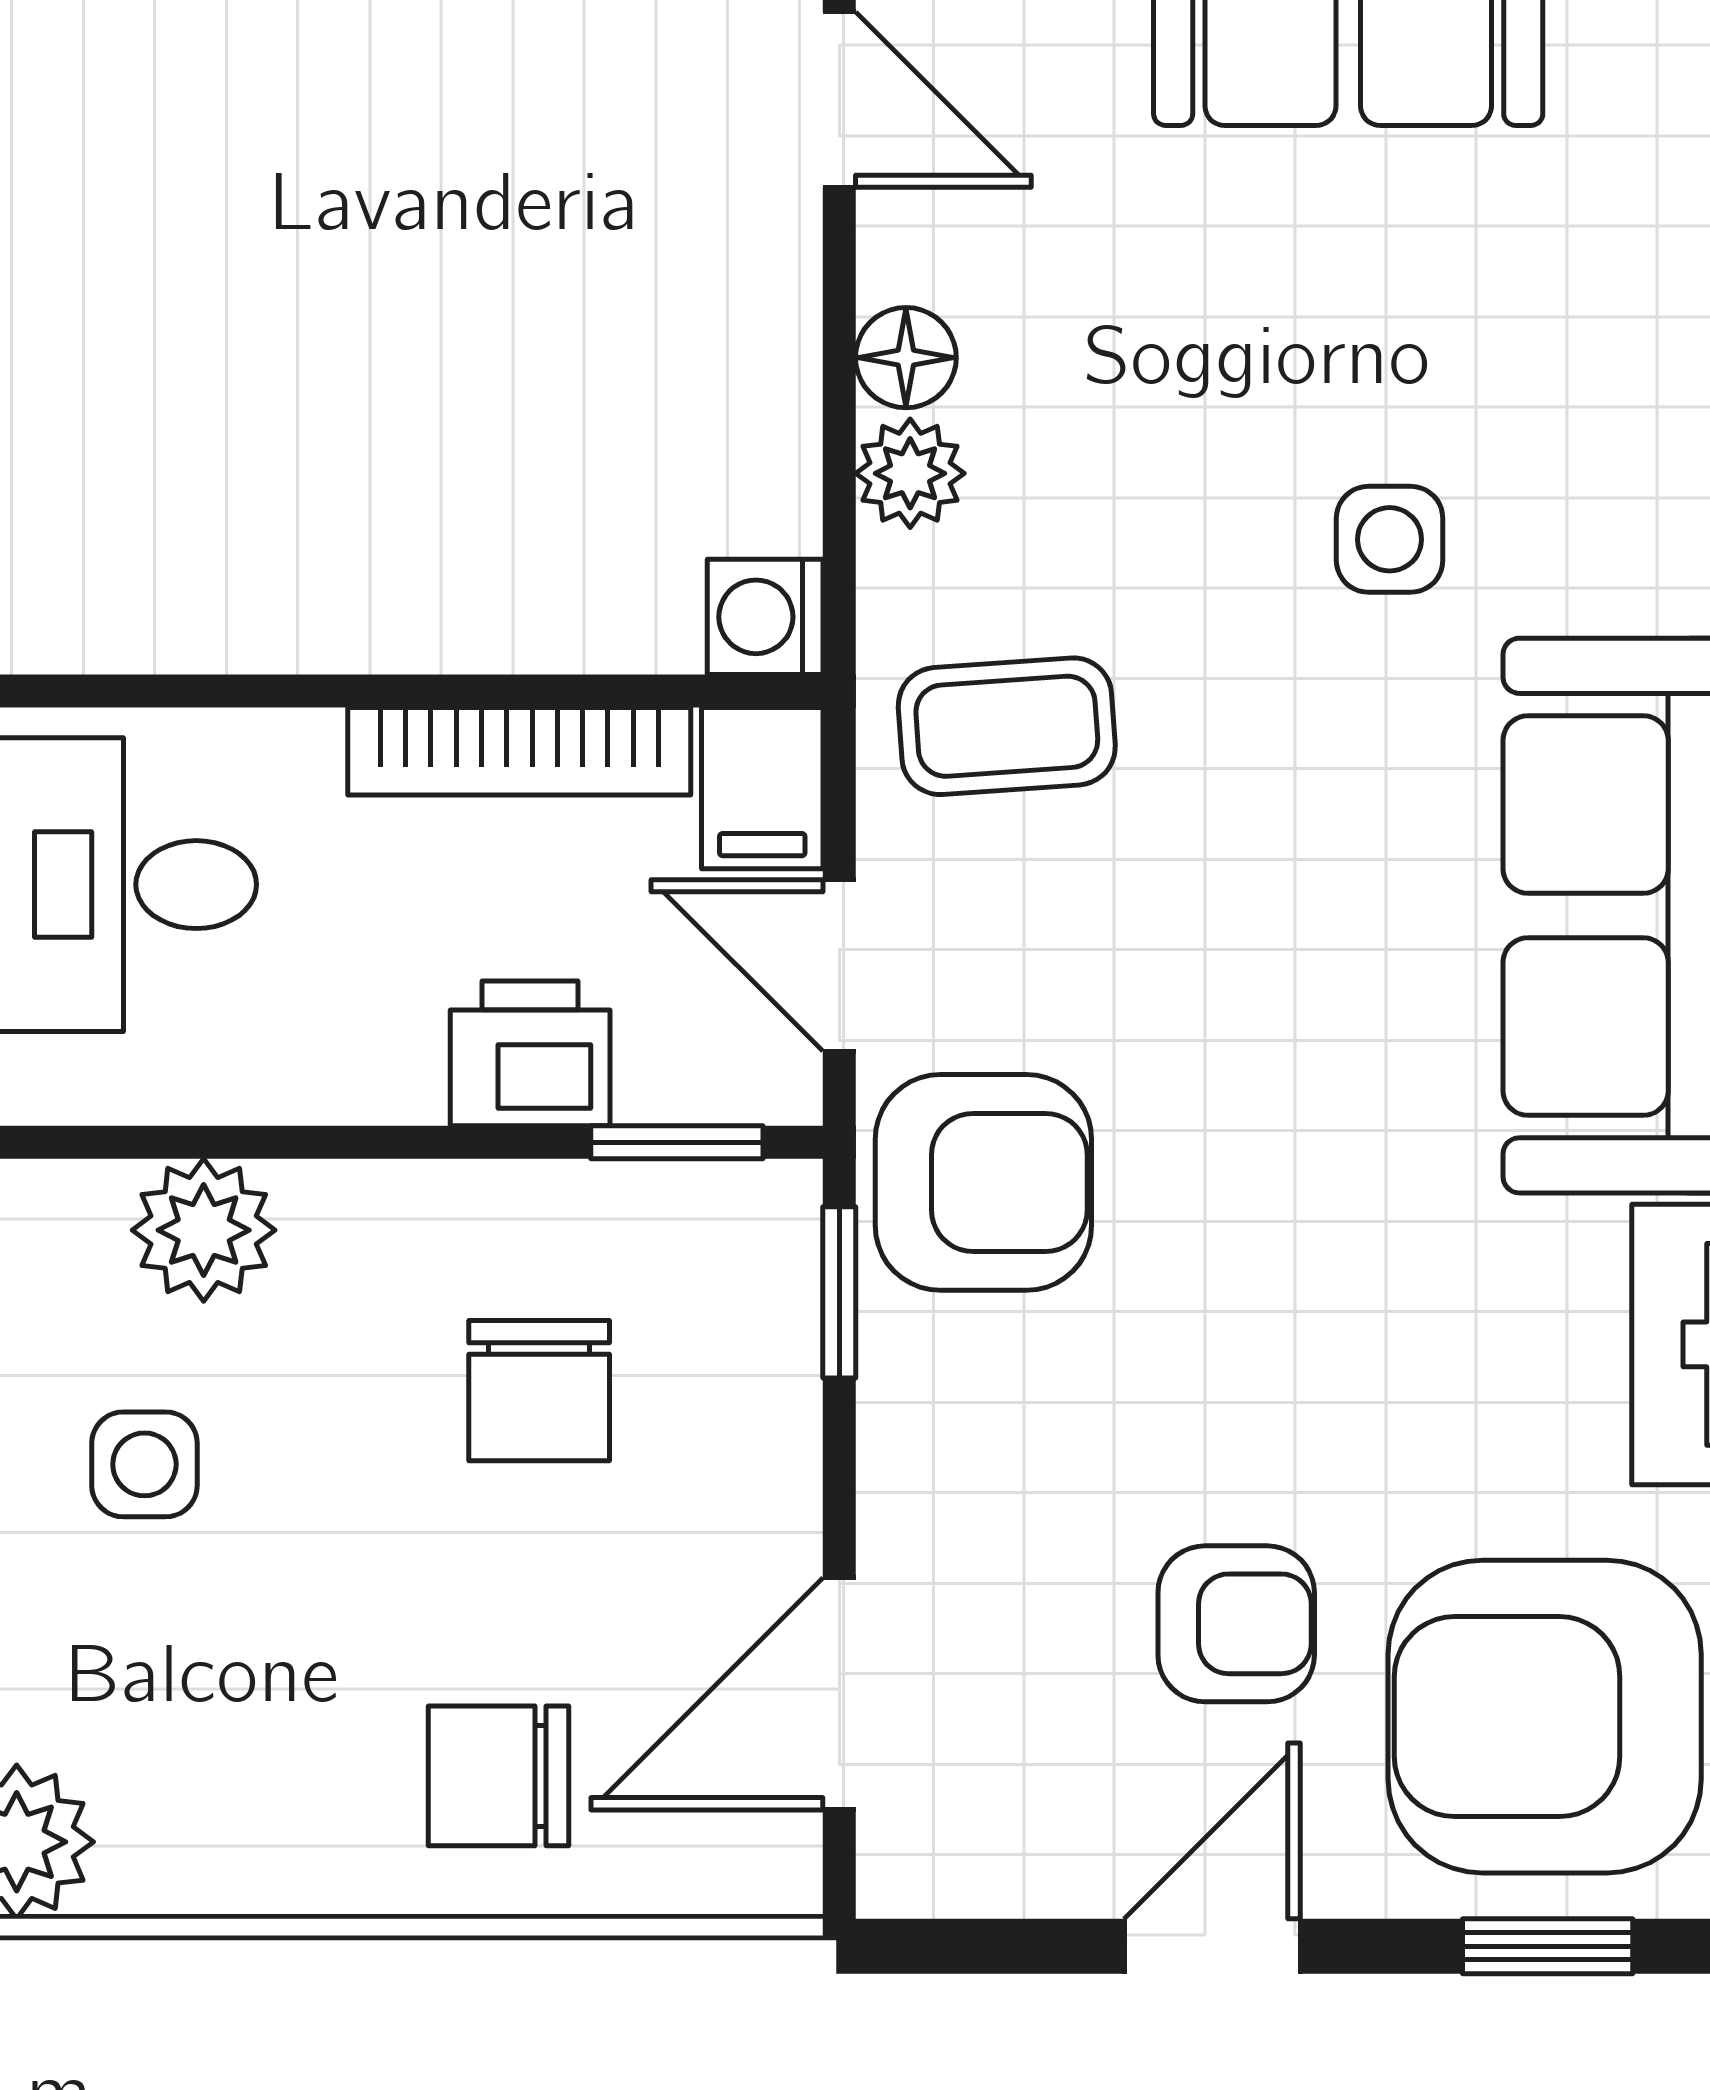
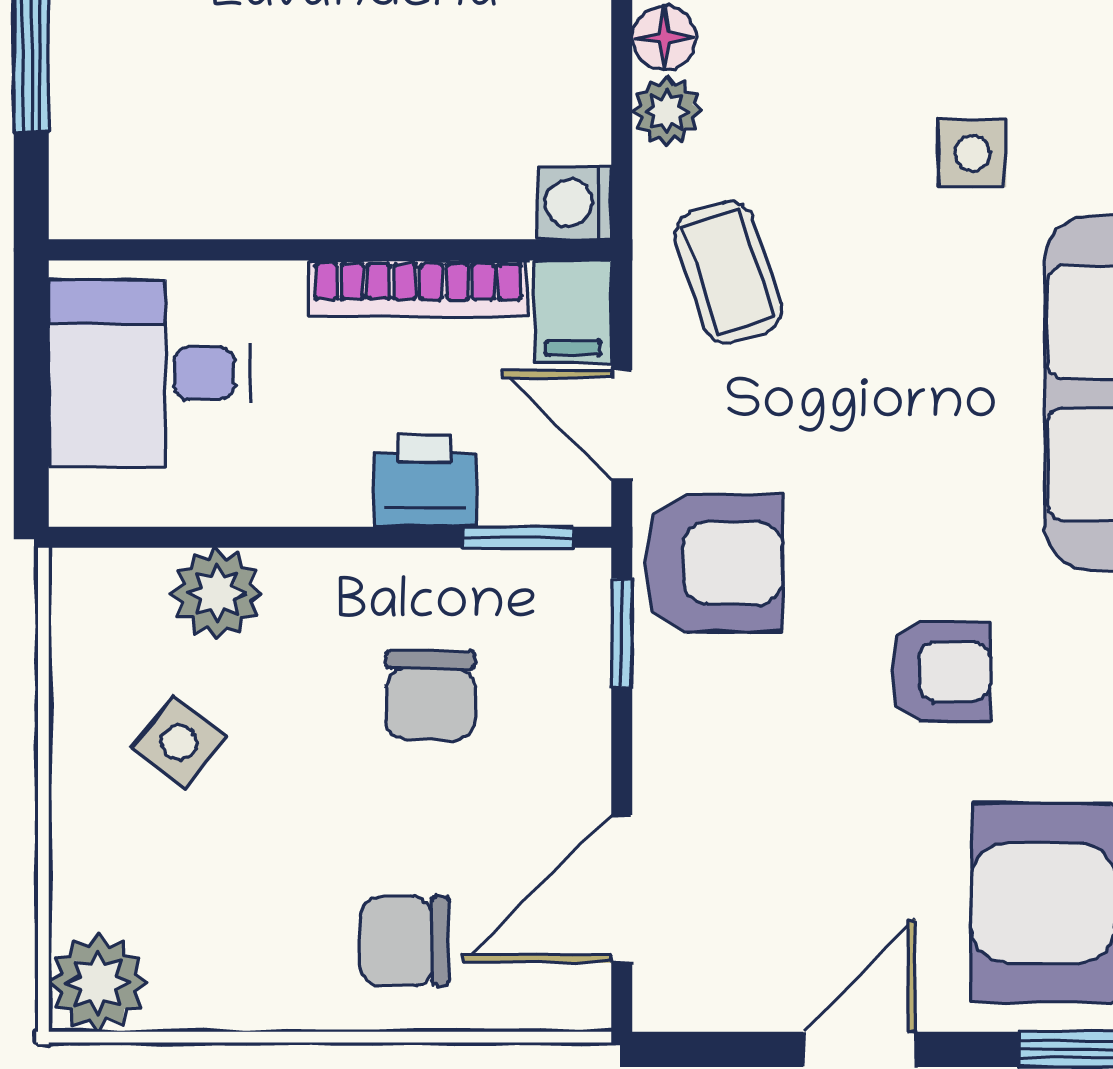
coffee table: (1007, 726) -> (728, 272), turned 76
side table: (144, 1464) -> (179, 742), turned 38
armchair: (1236, 1624) -> (941, 671), moved

